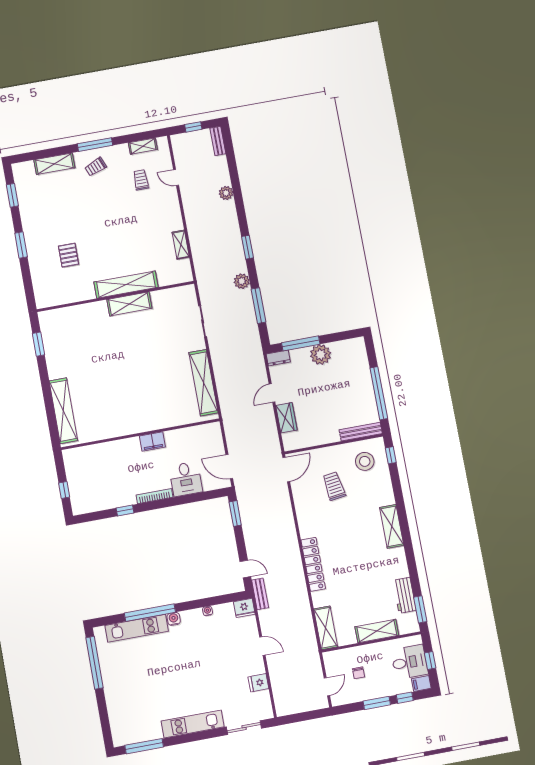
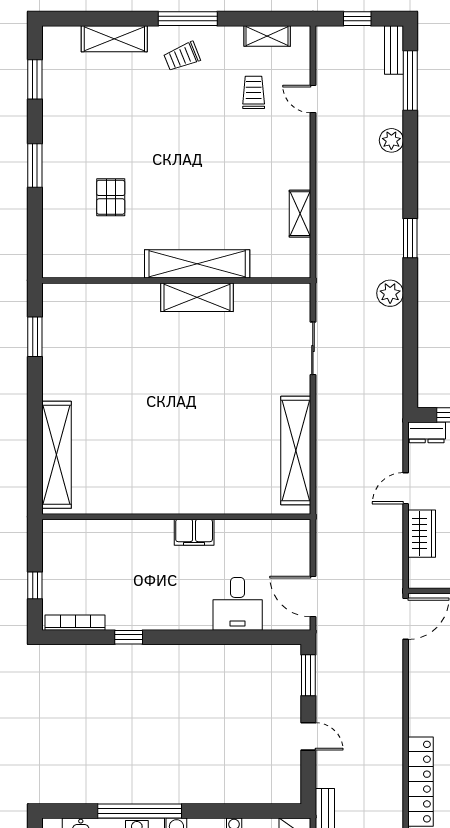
window: (258, 306) -> (410, 80), moved
bookcase: (154, 496) -> (75, 623), moved
door: (245, 569) -> (308, 736), moved

